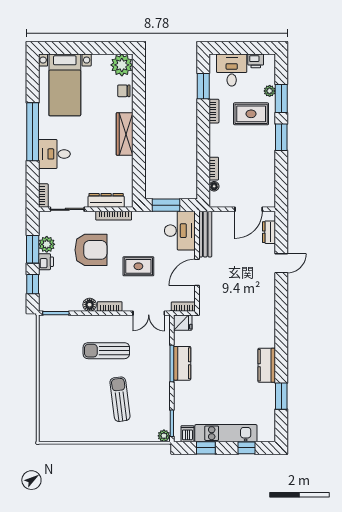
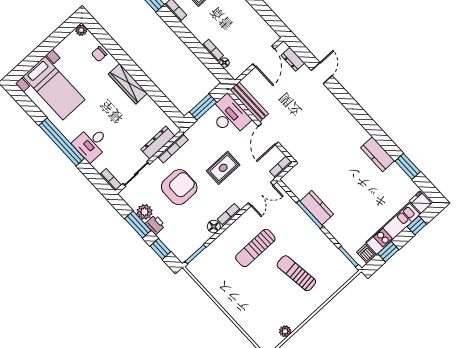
plant: (122, 65) -> (81, 30), width x0.53, depth x0.53
fridge: (183, 323) -> (420, 202), moved, turned -90
plant: (164, 436) -> (285, 331), moved

